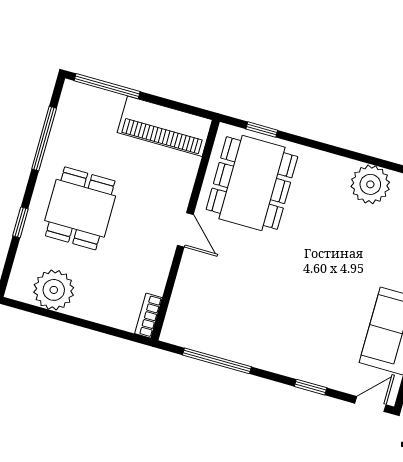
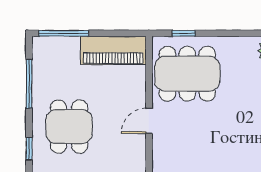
dining table: (252, 183) -> (187, 74), turned 90
door: (185, 230) -> (149, 121), swing flipped

